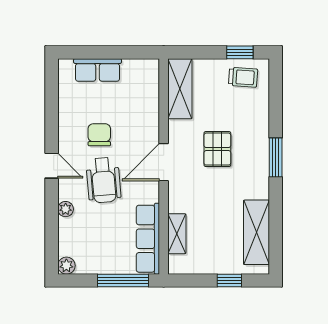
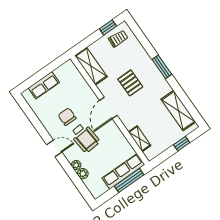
row of seats: (148, 239) -> (123, 171), moved, turned 90
plant: (66, 266) -> (83, 174), moved

